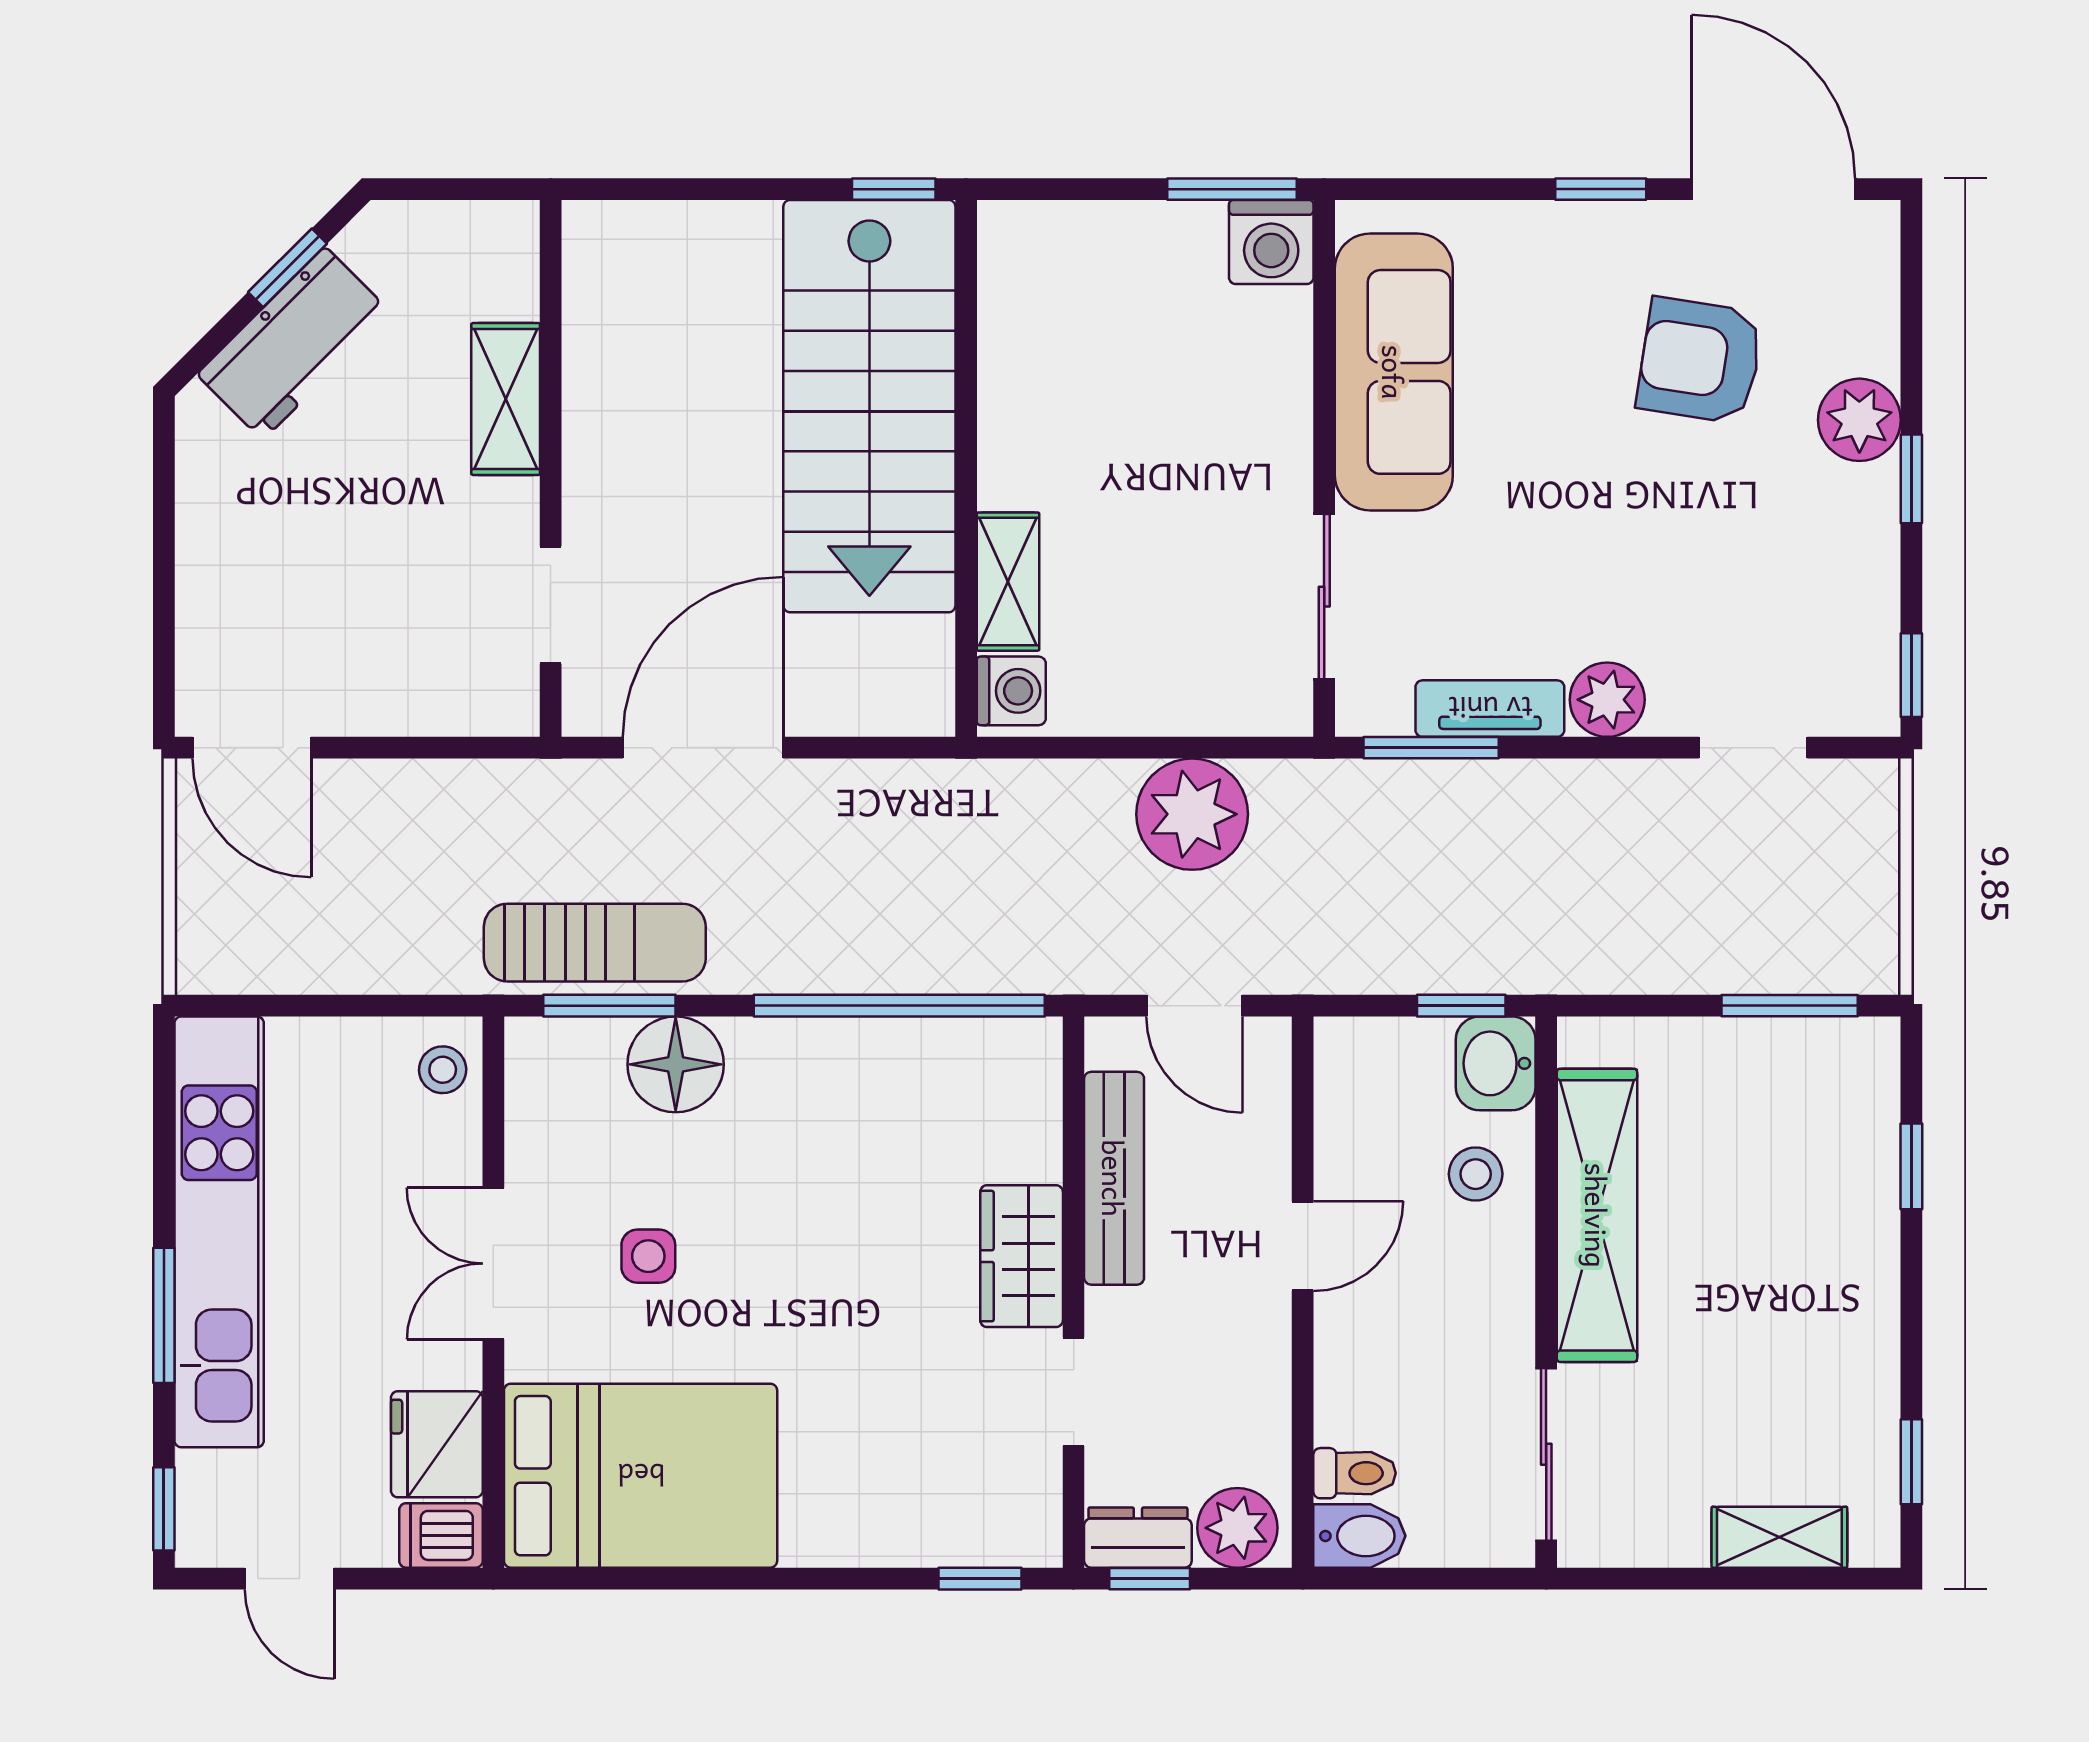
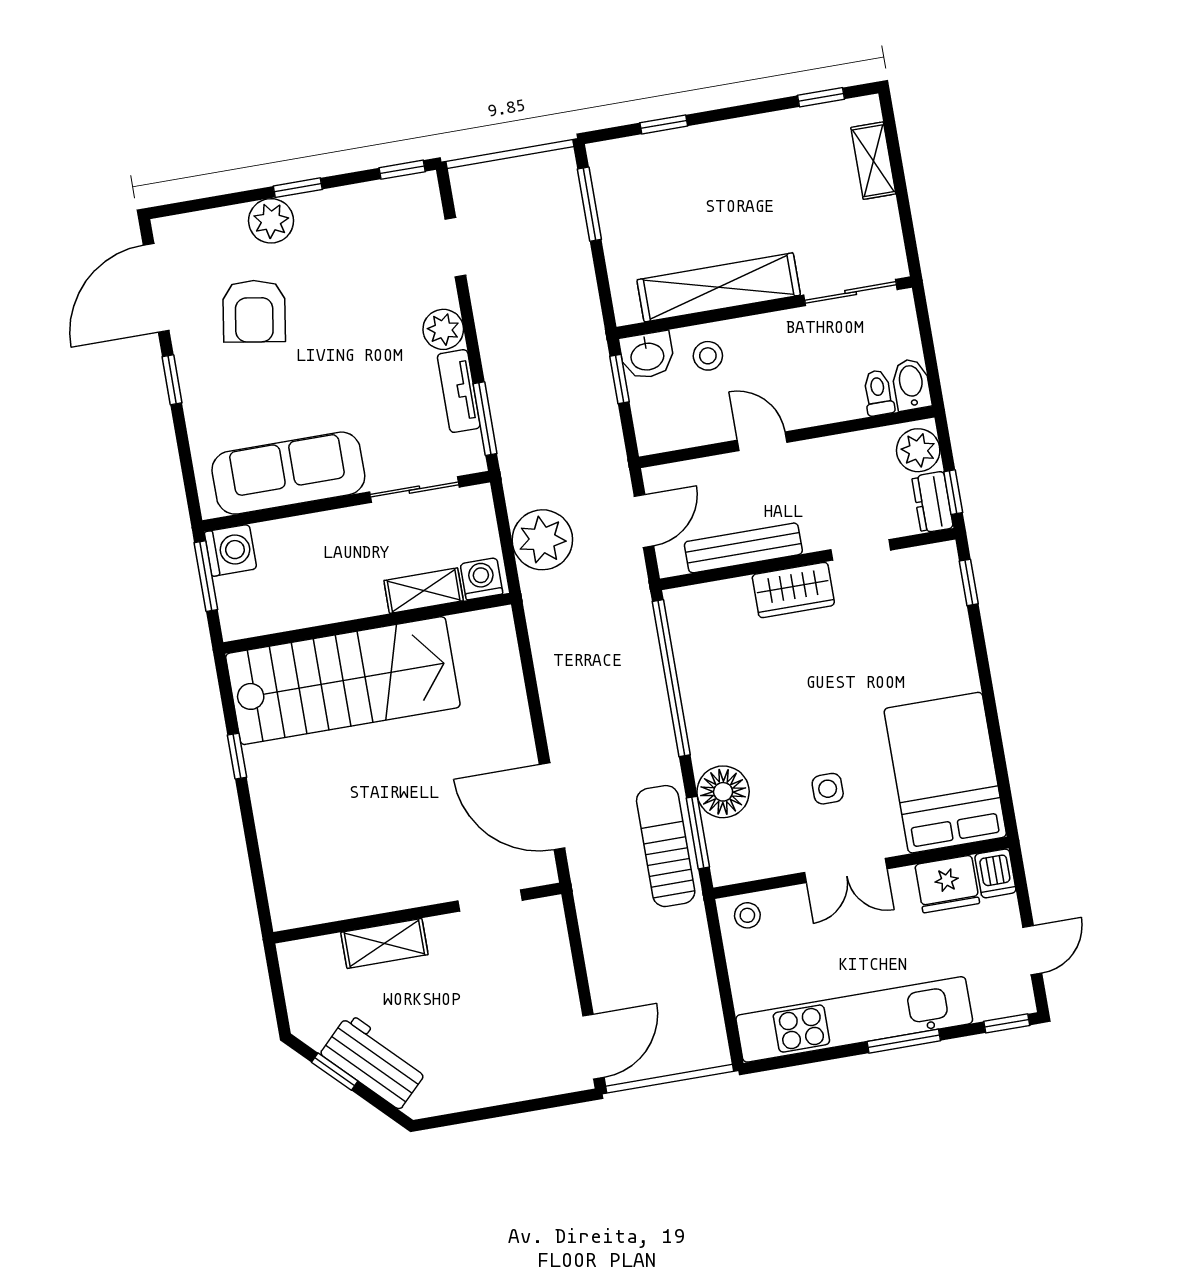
stairs: (869, 406) -> (343, 681), moved
wall: (966, 468) -> (367, 623), moved
shelving: (1008, 582) -> (424, 591), moved
washing machine: (1011, 691) -> (482, 579), moved

